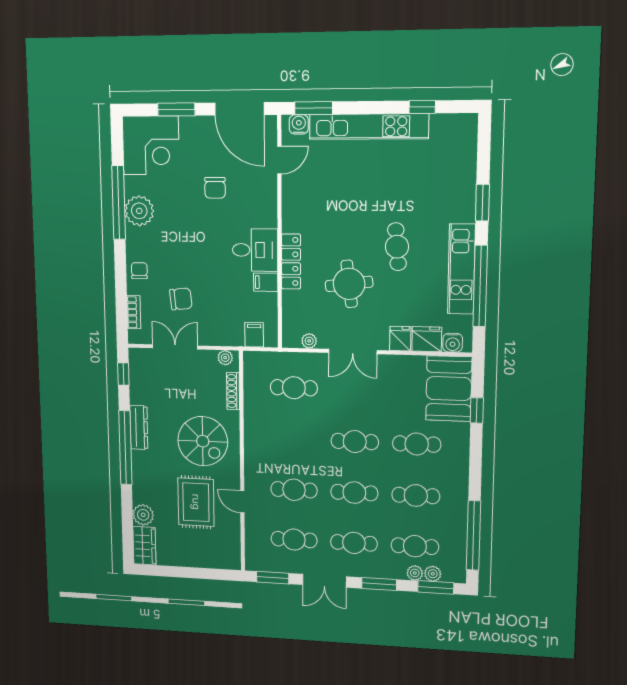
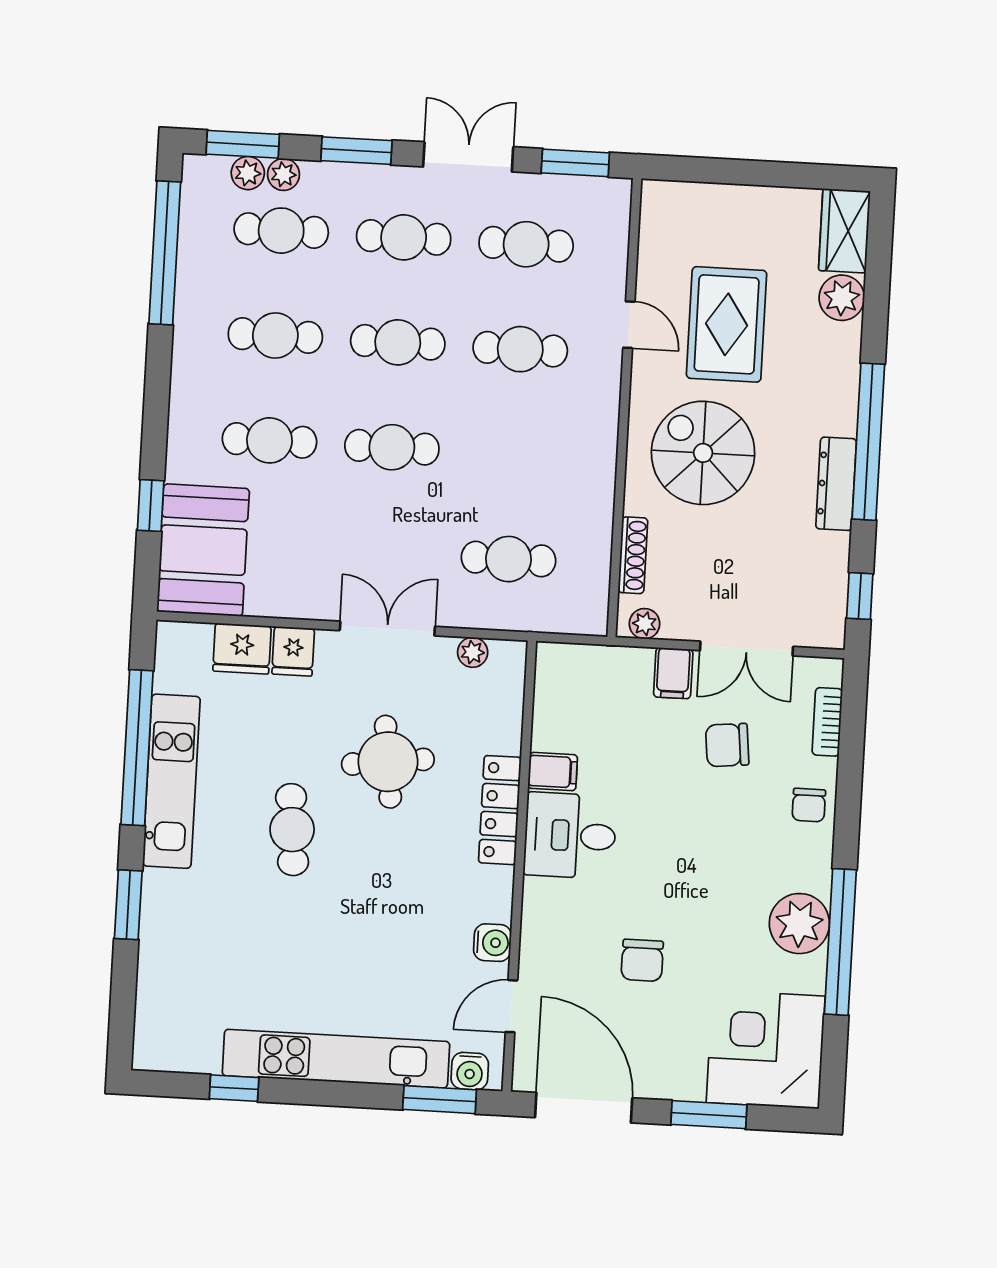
chair: (215, 188) -> (642, 960), turned 180
filing cabinet: (254, 335) -> (673, 673), moved
water cooler: (453, 343) -> (493, 943), moved, turned 90

